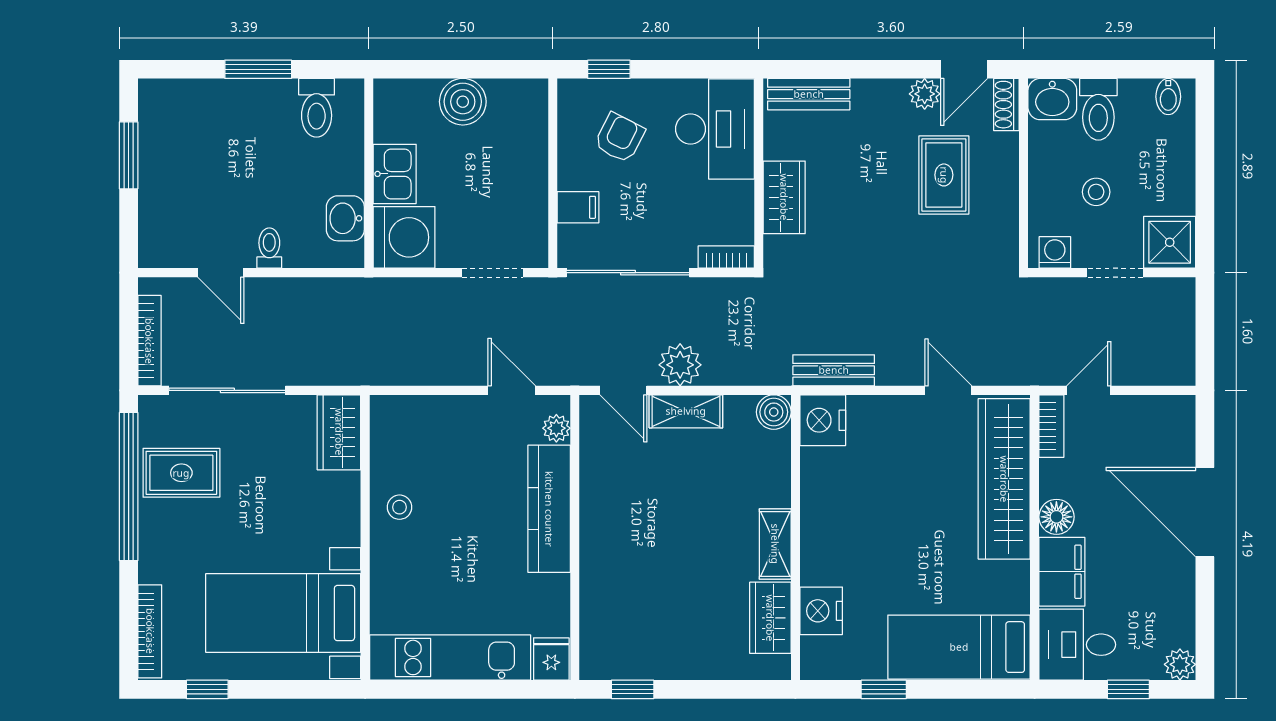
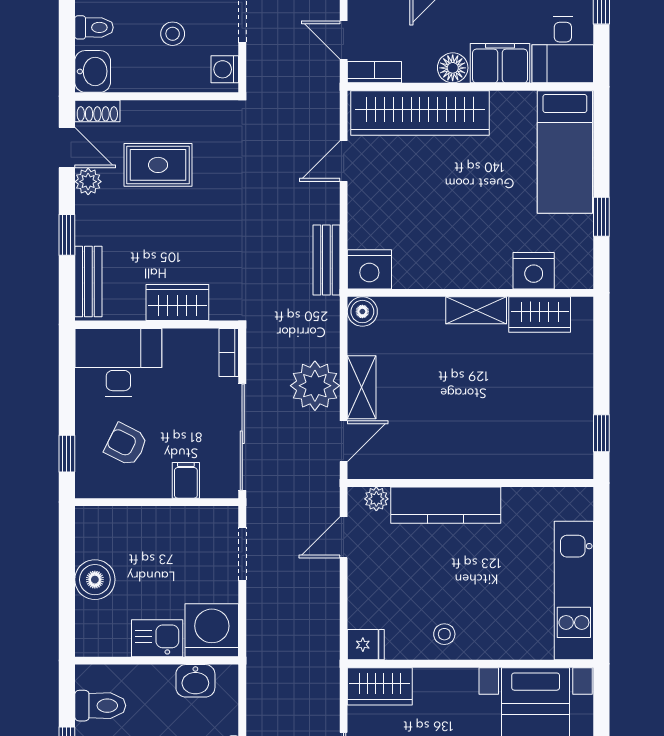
window: (863, 69) -> (67, 235), added
toilet: (1098, 109) -> (94, 27), width x0.73, depth x0.72
plant: (680, 365) -> (315, 386), width x1.36, depth x1.36
fridge: (551, 659) -> (366, 645), moved, turned 180

